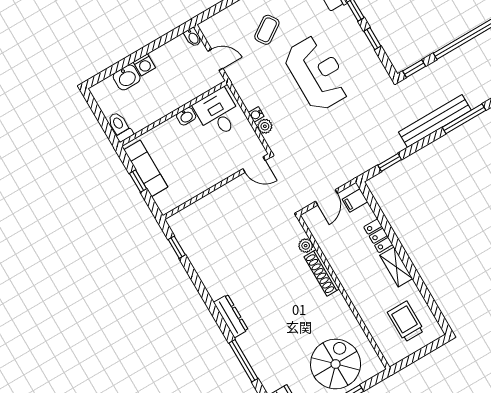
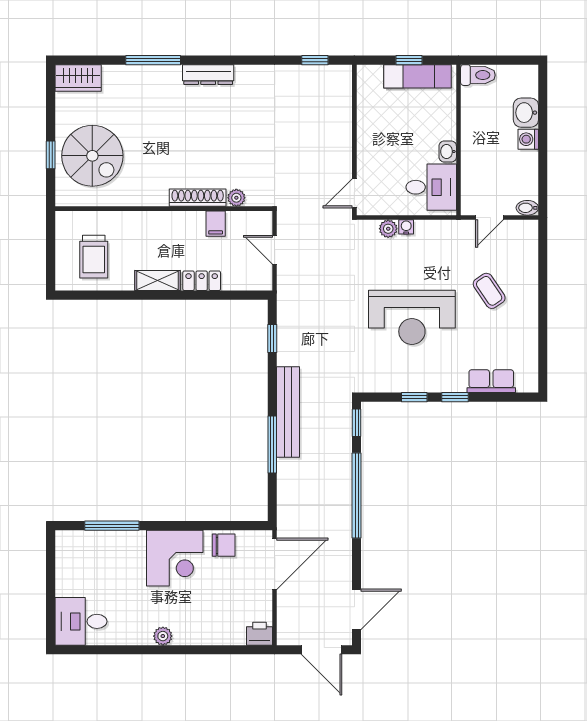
filing cabinet: (355, 201) -> (216, 224), moved, turned 180
trolley: (406, 321) -> (94, 257), turned 90

